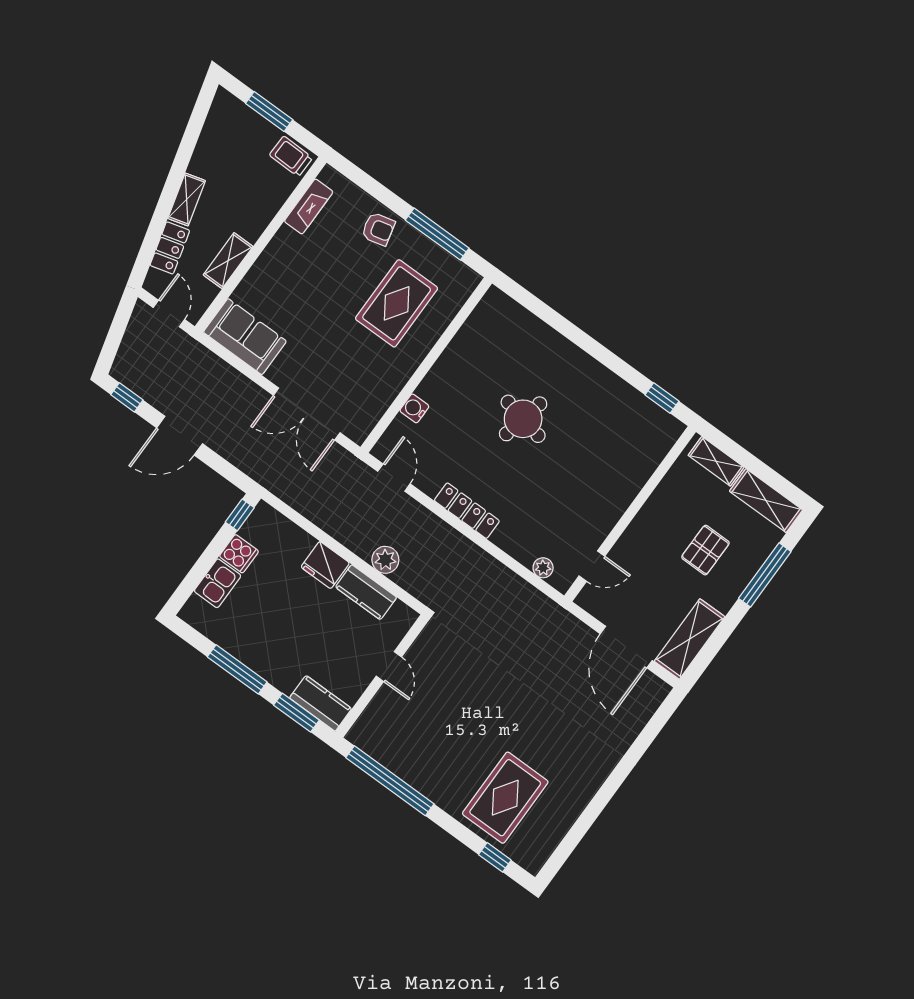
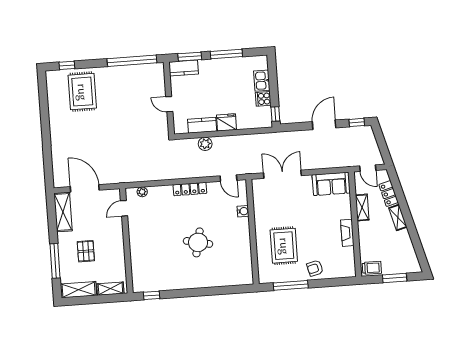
fireplace: (309, 207) -> (347, 233), moved

